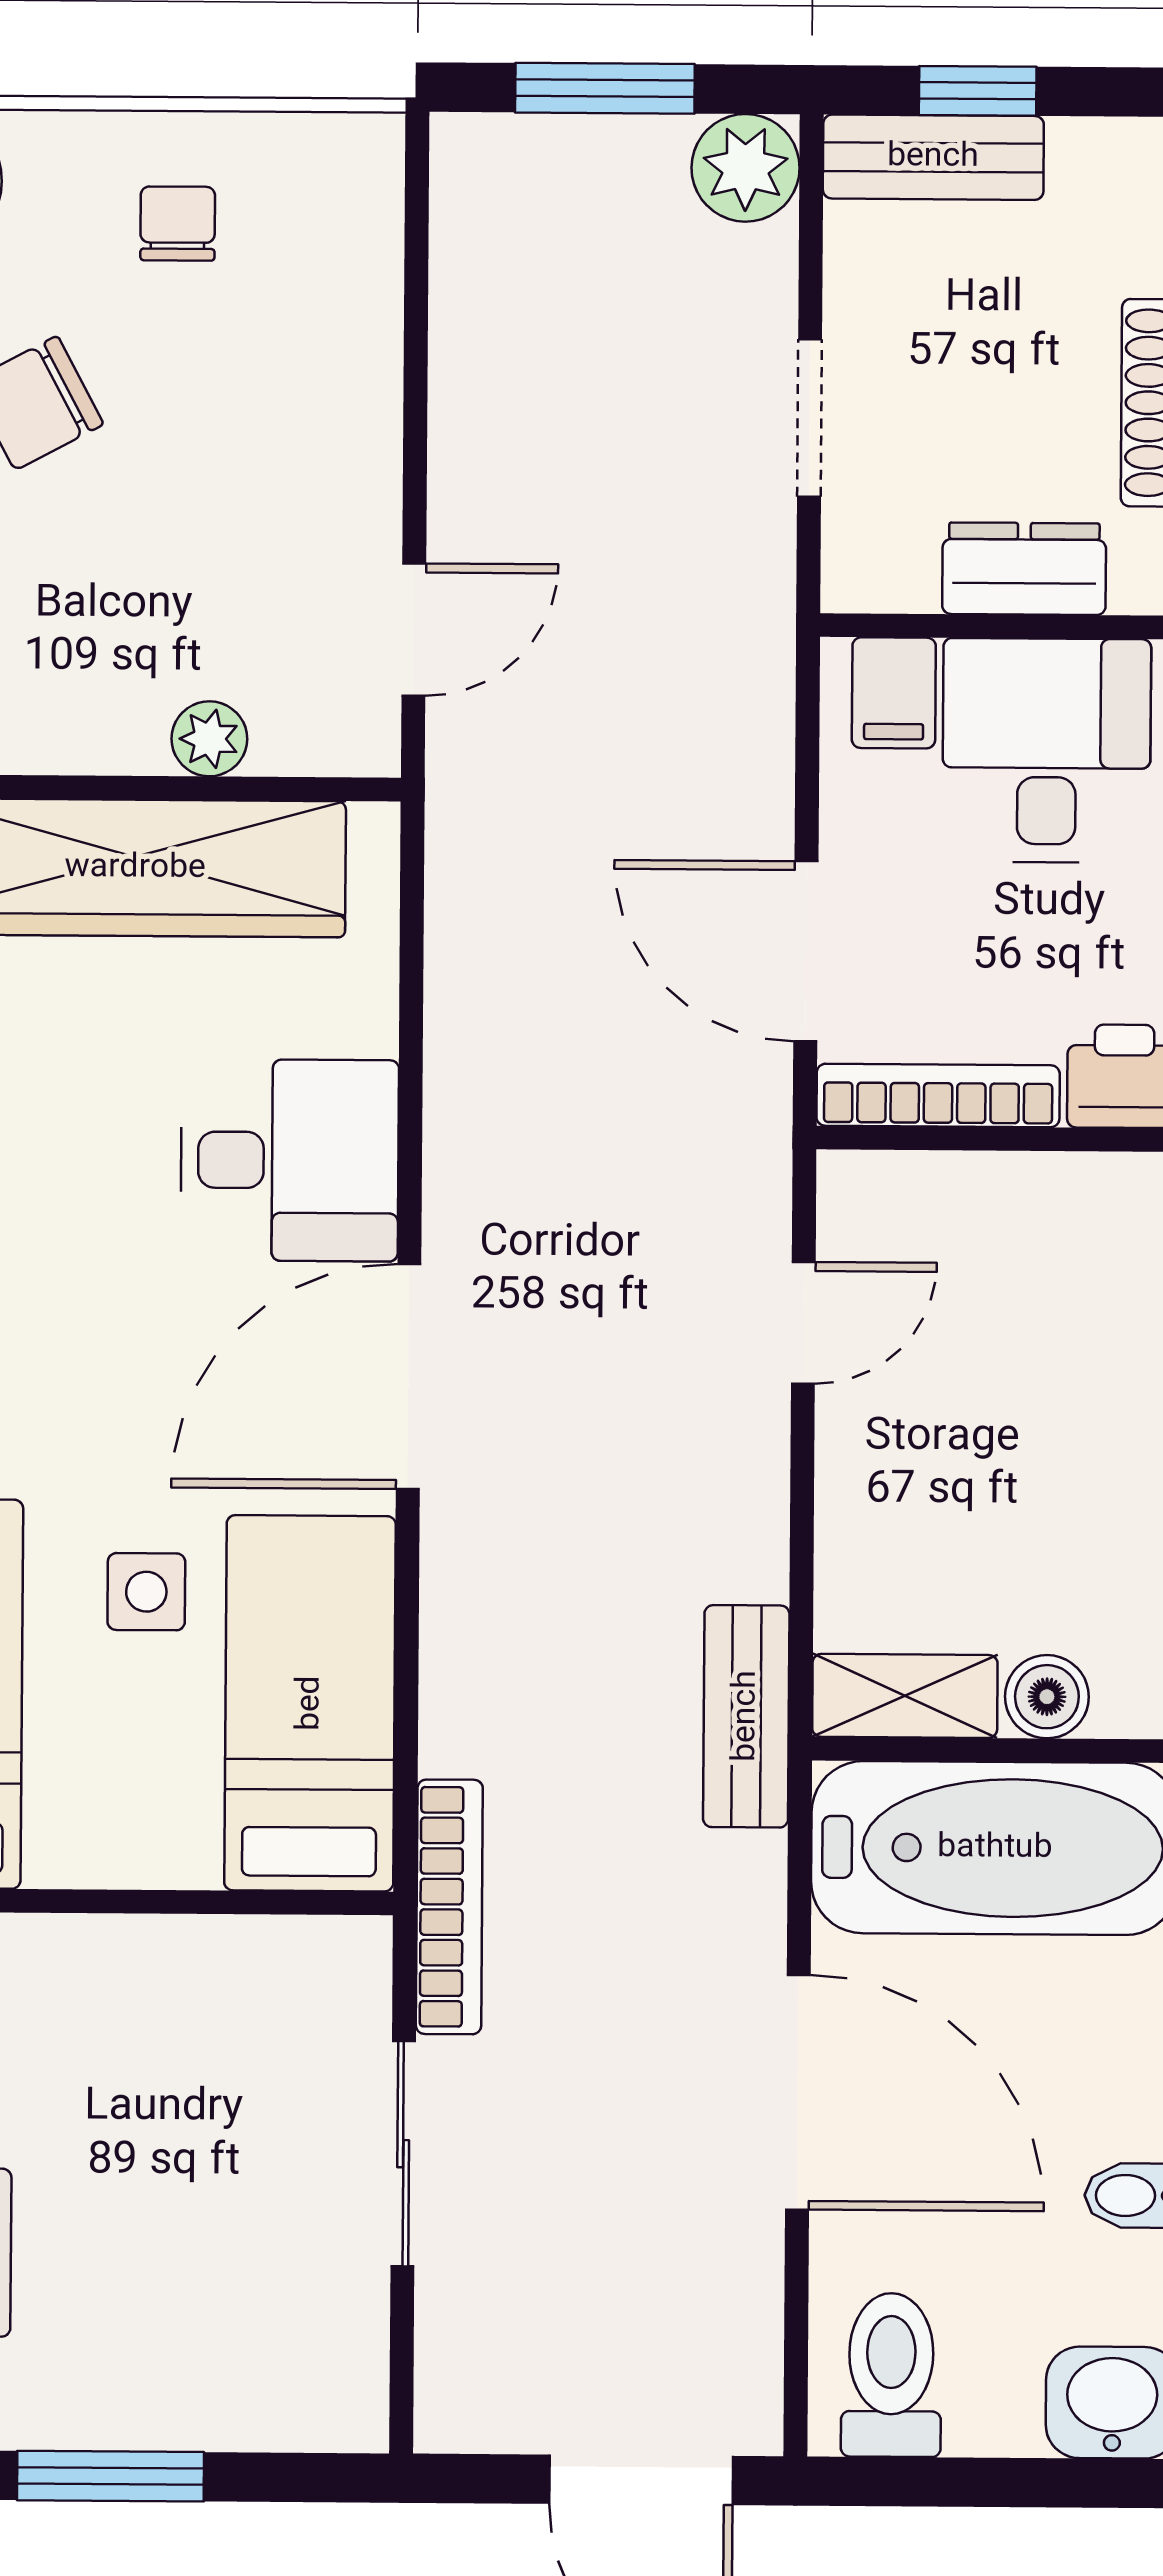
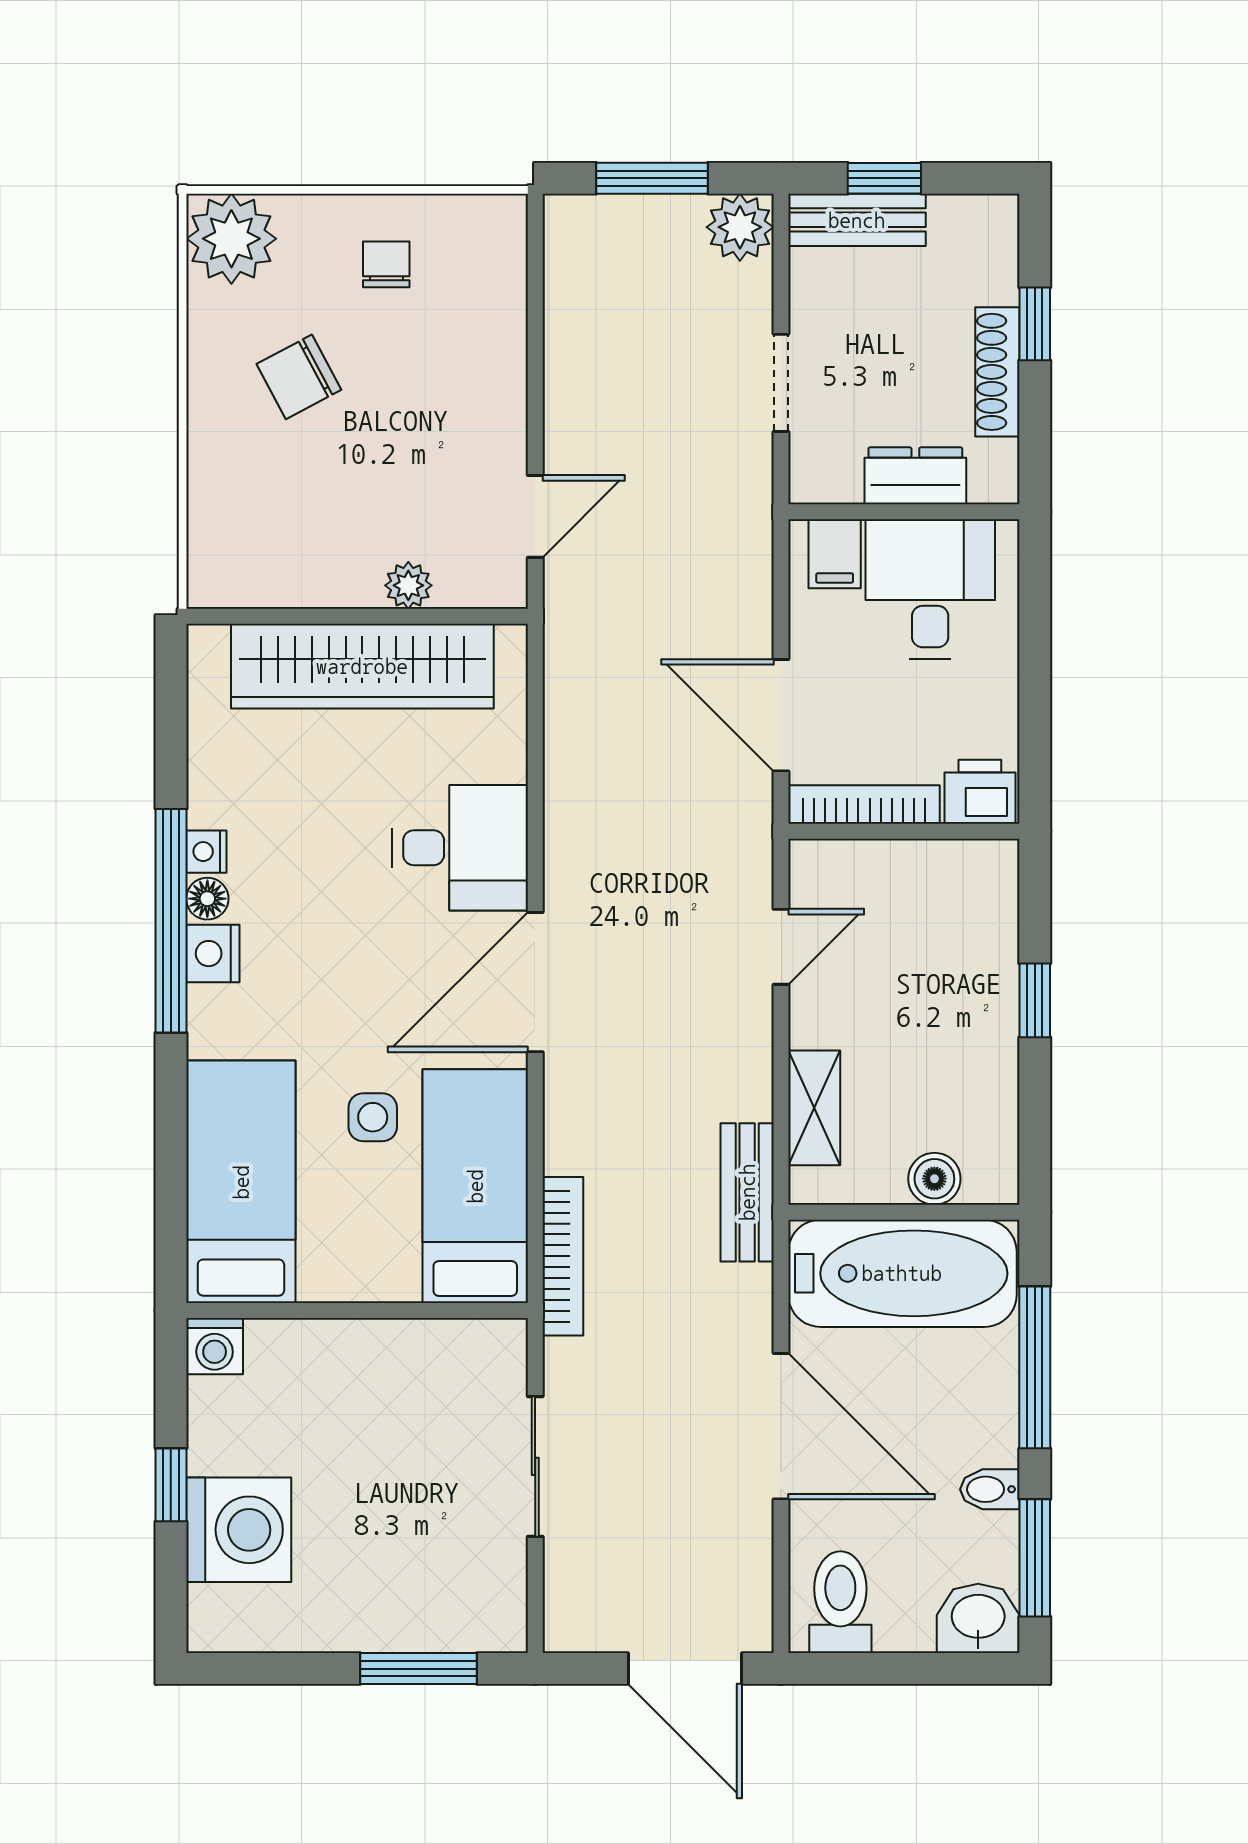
shelving: (905, 1696) -> (814, 1108), moved, turned 90
bookcase: (449, 1907) -> (563, 1256), moved
window: (110, 2476) -> (418, 1669), moved

